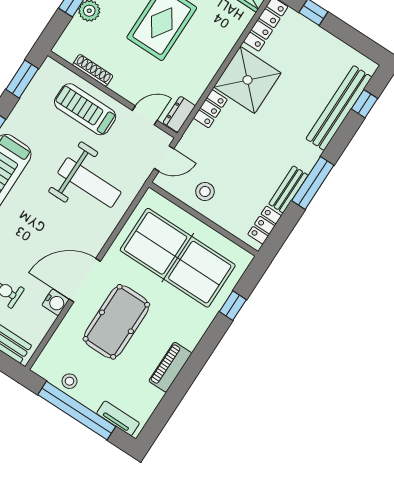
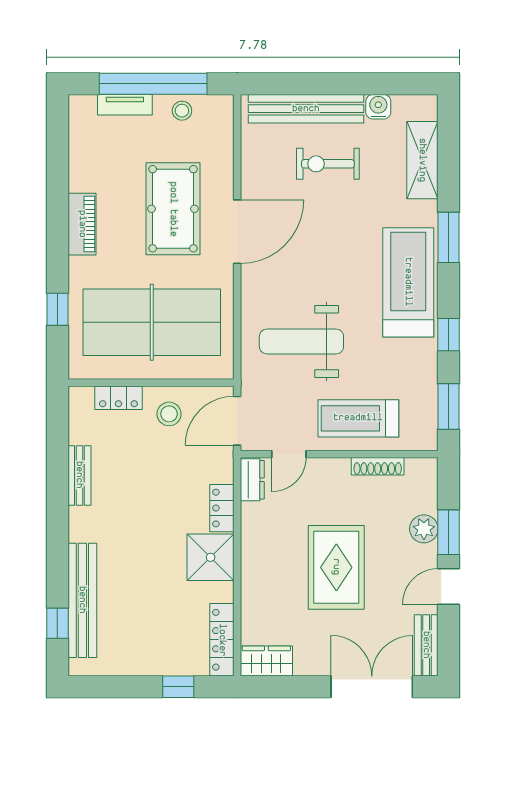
shower: (247, 80) -> (211, 557), width x0.73, depth x0.73
treadmill: (85, 109) -> (358, 418), turned 180
door: (164, 159) -> (237, 421), width x1.38
window: (313, 183) -> (57, 500), removed
locker: (265, 225) -> (118, 398), moved, turned 90
water cooler: (55, 302) -> (253, 187), removed
piano: (170, 367) -> (82, 224), moved
tv unit: (118, 418) -> (125, 105), moved

